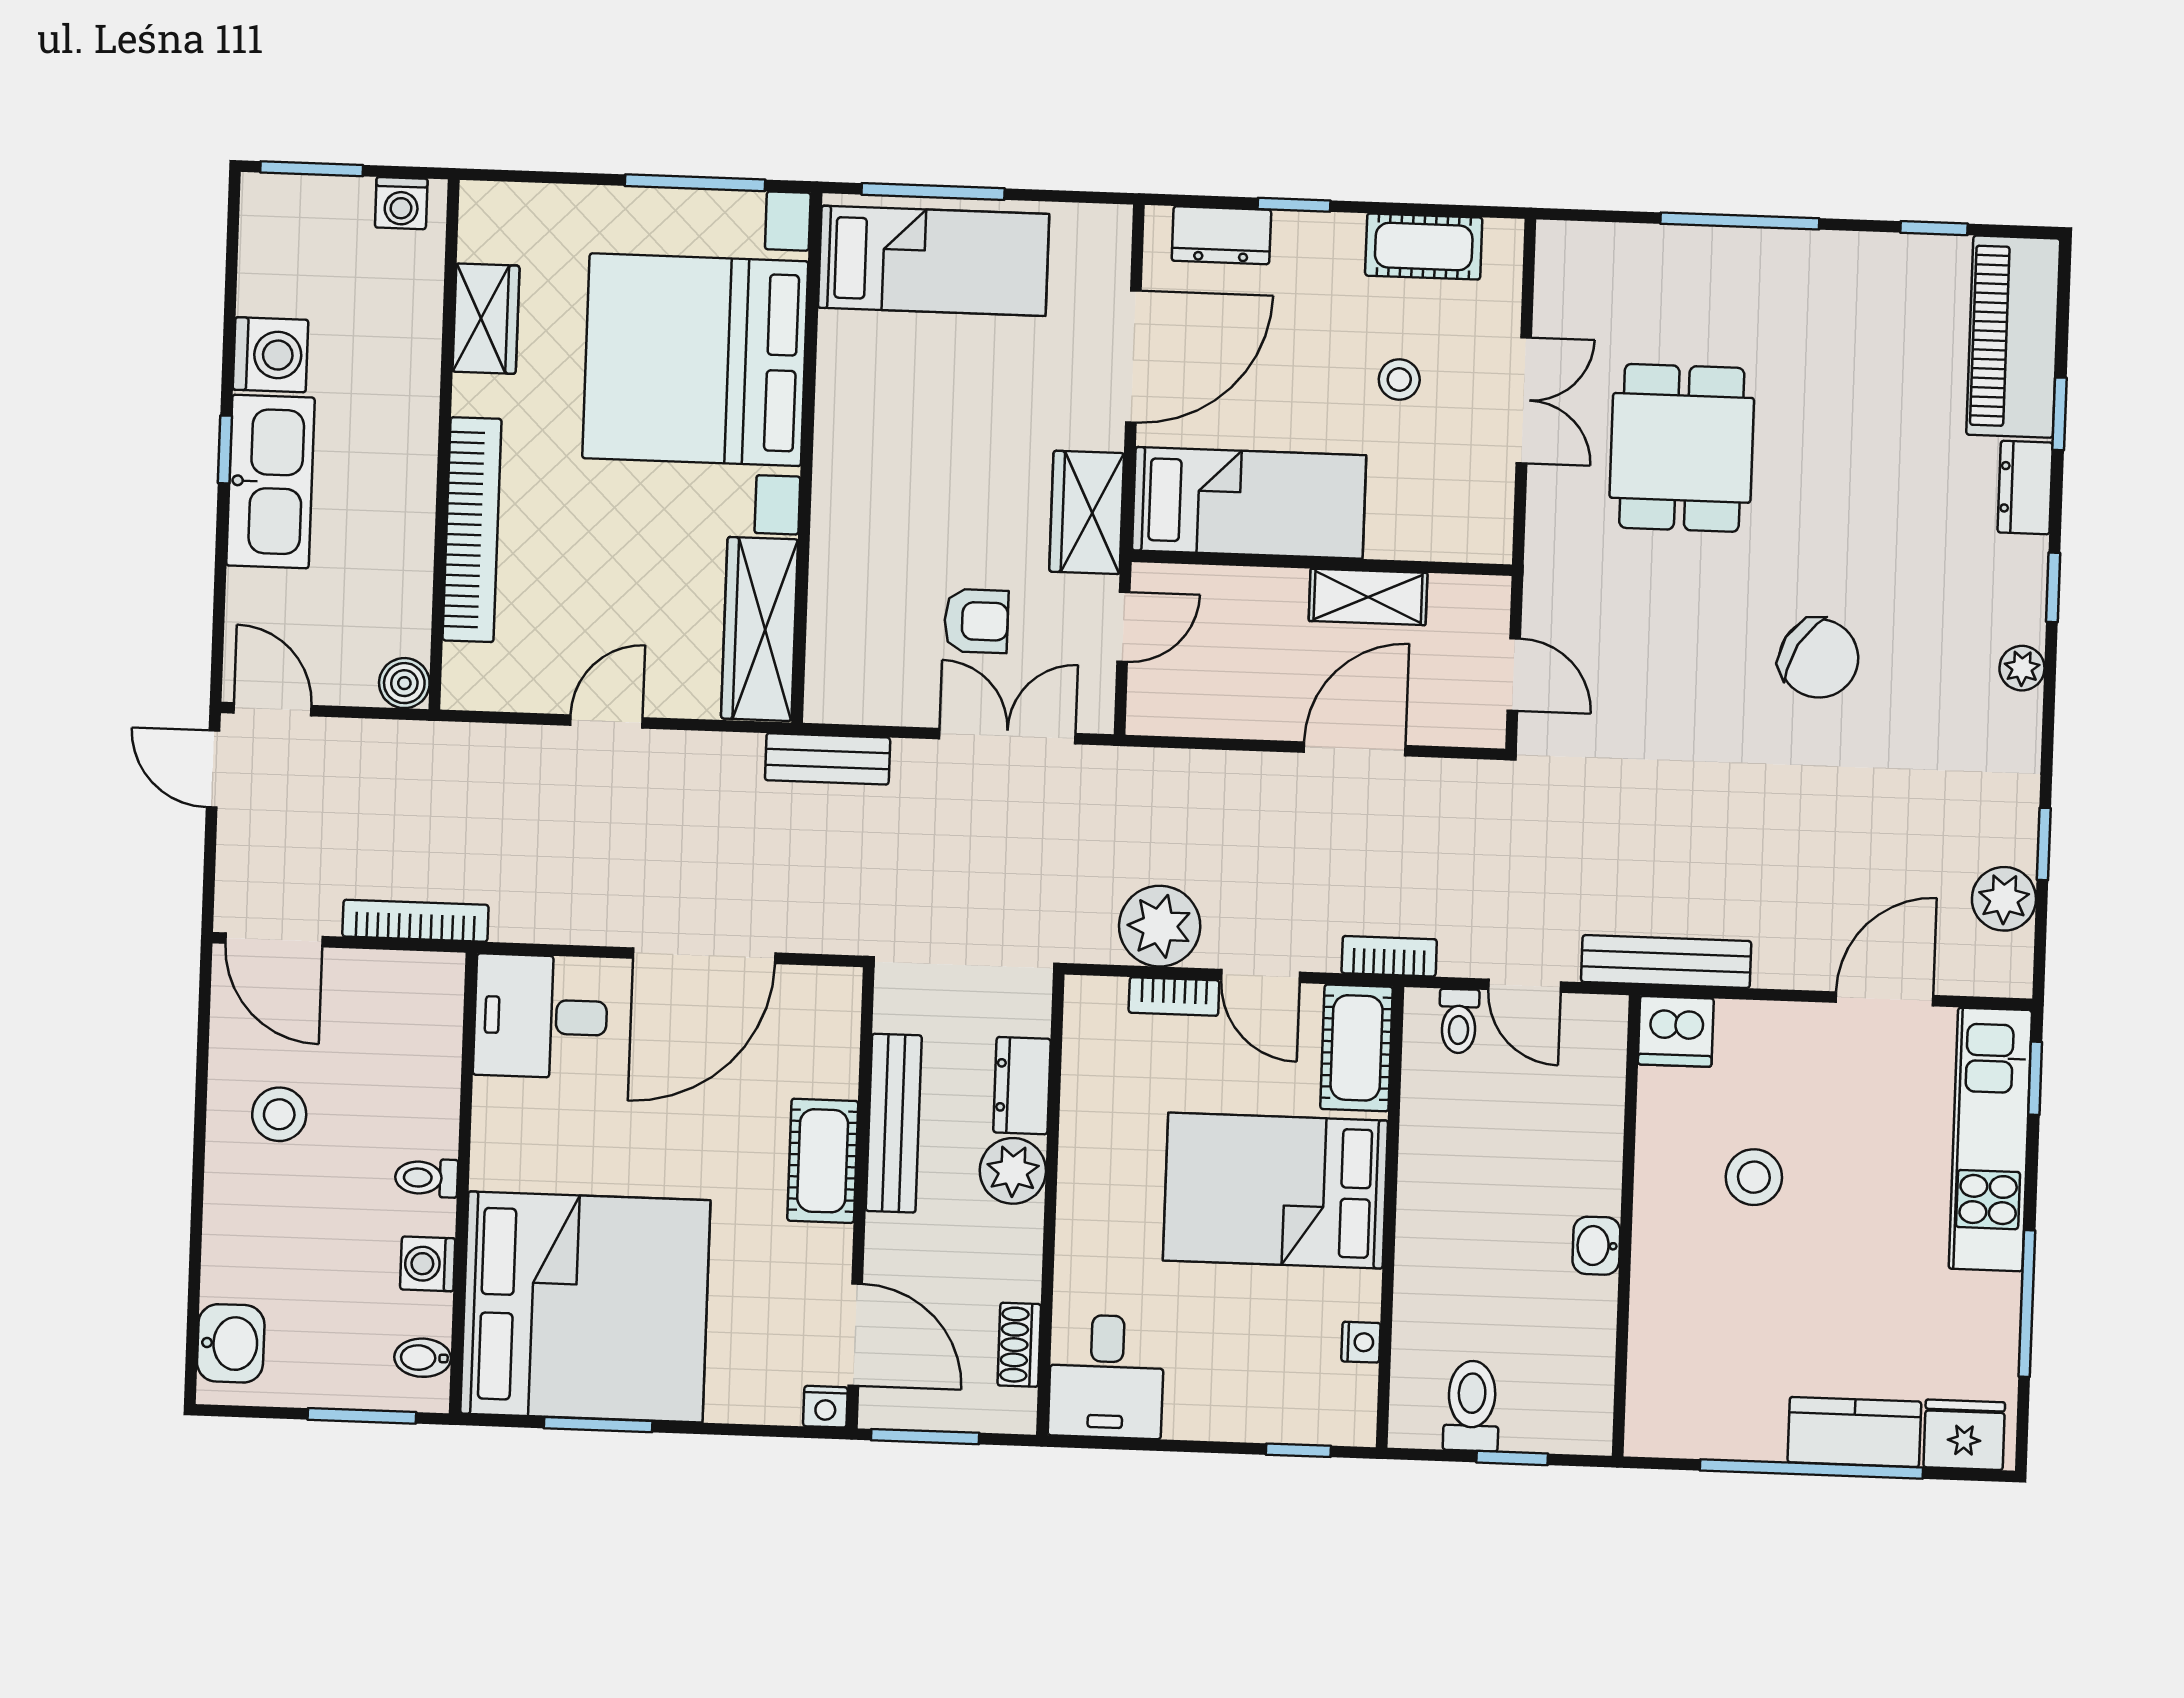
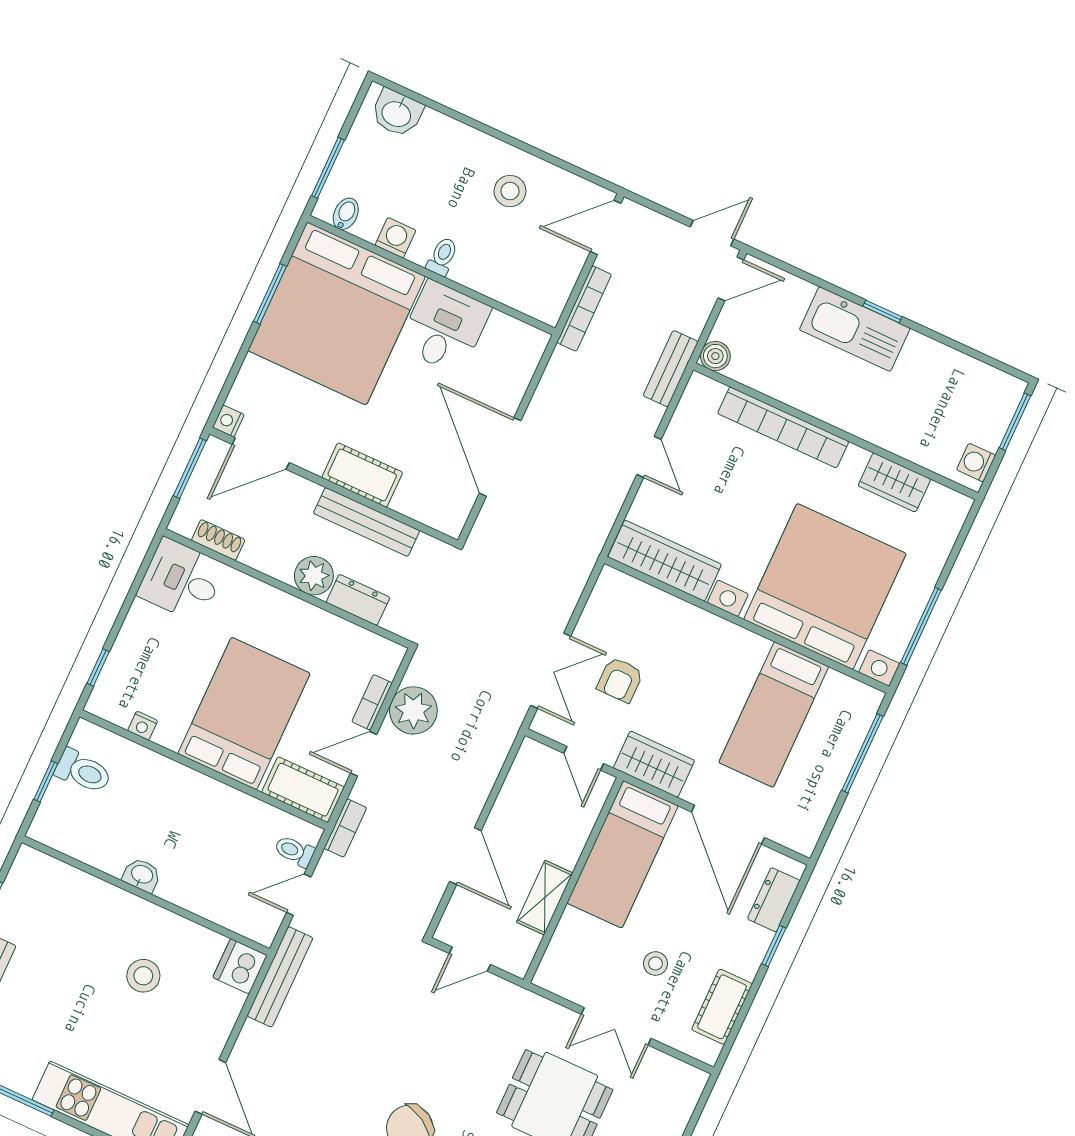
bed: (934, 261) -> (774, 715), moved
washing machine: (270, 355) -> (923, 358), removed
bench: (828, 759) -> (671, 369), moved
desk: (541, 1016) -> (444, 327), moved

